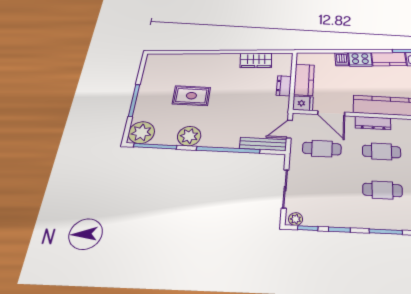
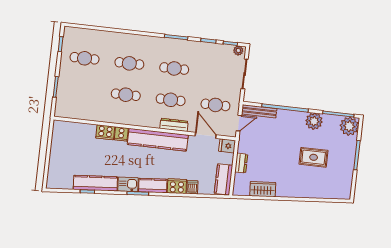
kitchen counter: (304, 80) -> (223, 179), moved

